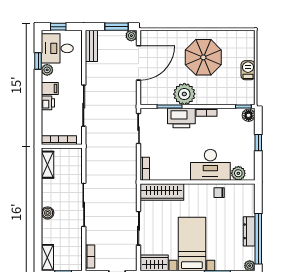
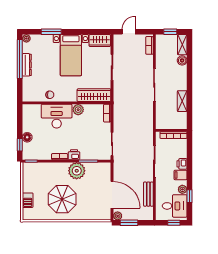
bench: (91, 46) -> (148, 194), moved
door: (139, 63) -> (112, 195), swing flipped
barbecue: (248, 70) -> (28, 200), moved
floor lamp: (249, 115) -> (27, 137), moved
printer: (181, 118) -> (74, 155), width x0.53, depth x0.68
window: (258, 143) -> (20, 145), moved
shelving: (48, 165) -> (182, 101), moved
plant: (238, 173) -> (78, 110), moved
boiler: (48, 213) -> (182, 60), moved

